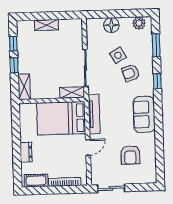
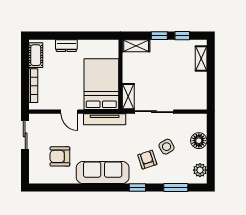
shelving: (47, 25) -> (201, 58), moved
sofa: (144, 114) -> (103, 172), width x1.36

